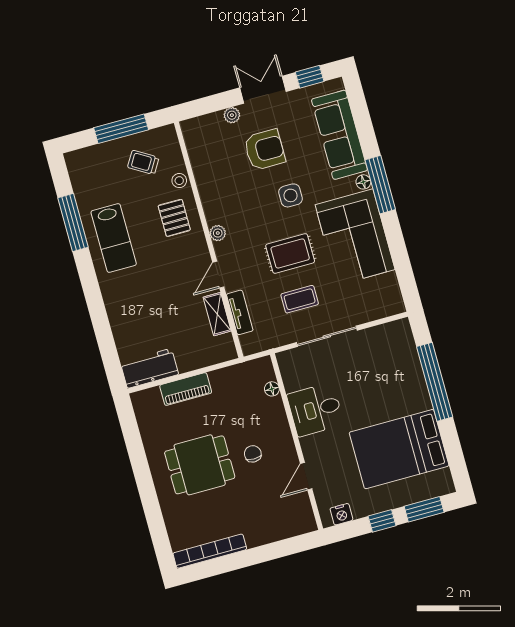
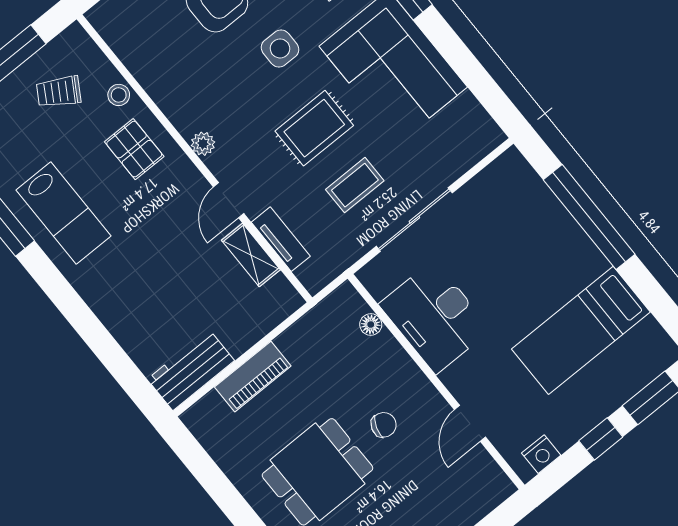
desk: (315, 410) -> (435, 317), width x1.37
bed: (399, 449) -> (581, 330), width x0.67
chair: (253, 454) -> (384, 425), turned 108

